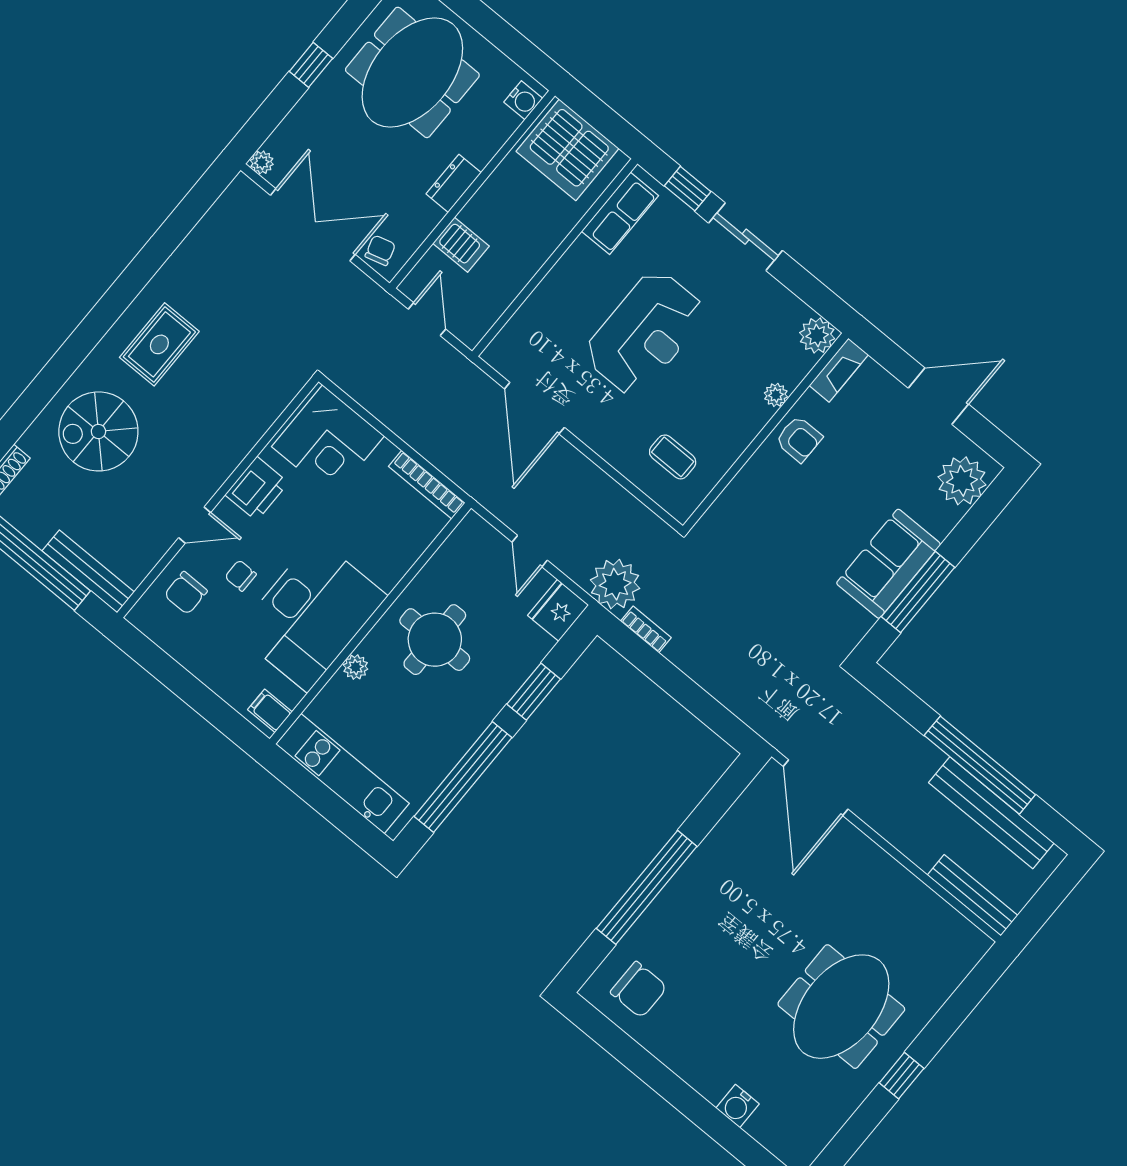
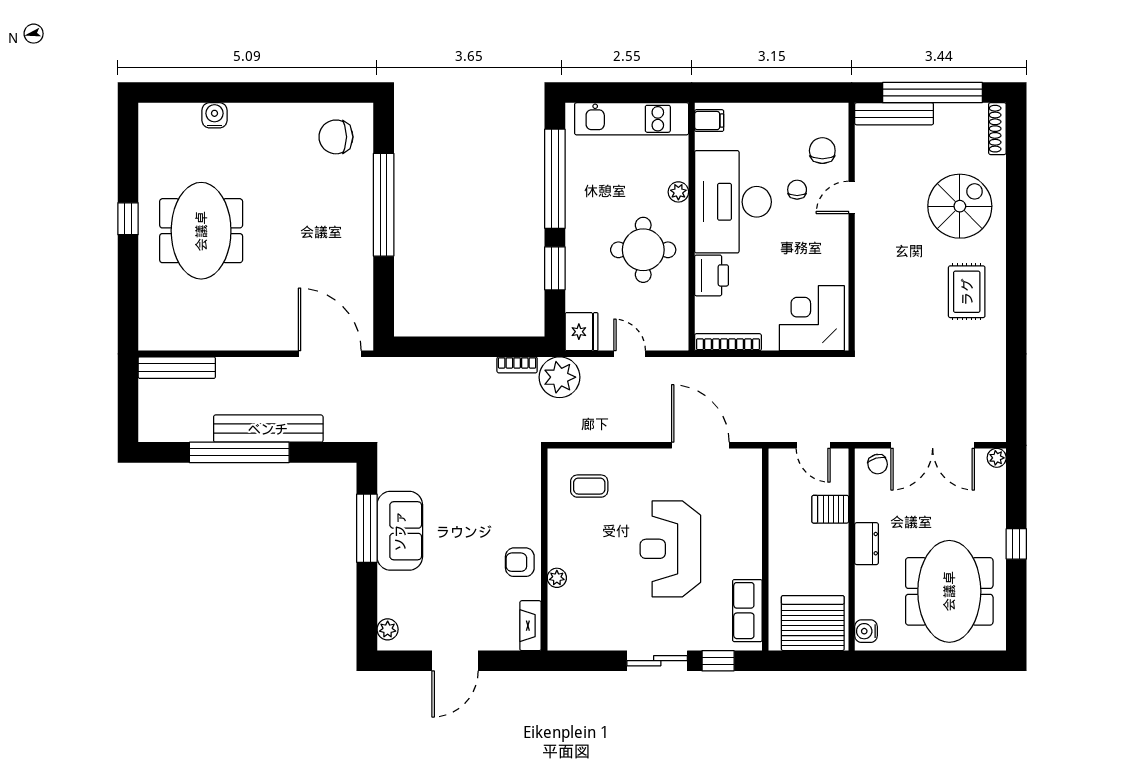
plant: (817, 336) -> (562, 636), removed
plant: (962, 481) -> (388, 629), width x0.53, depth x0.53
printer: (257, 489) -> (711, 275), moved, turned 180
chair: (241, 576) -> (797, 190), turned -90
bench: (991, 813) -> (268, 429), moved

